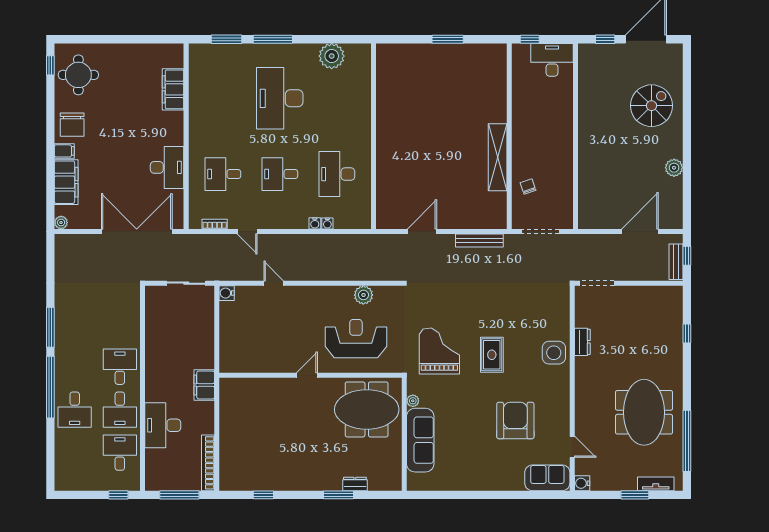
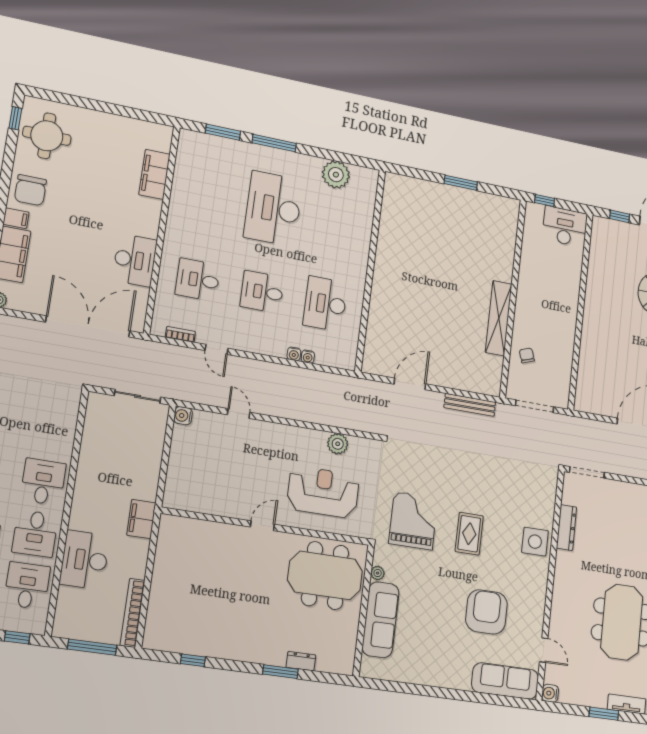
dresser: (582, 342) -> (566, 528), width x1.44
sofa: (547, 478) -> (505, 681), width x1.36

